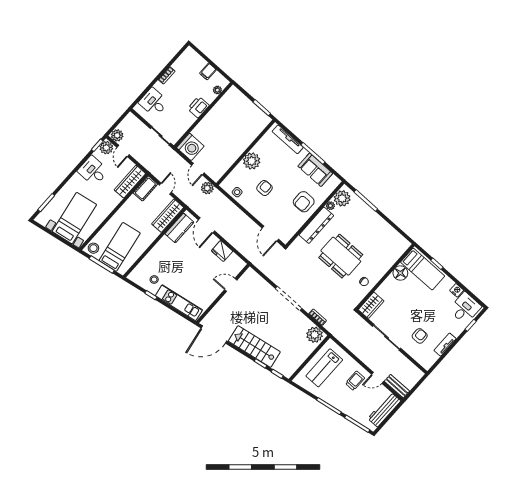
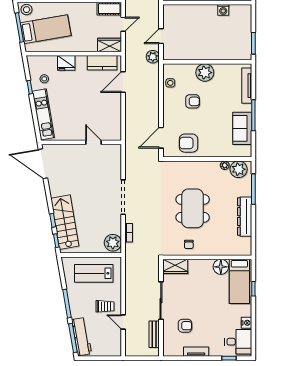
washing machine: (190, 147) -> (223, 10), moved, width x0.53, depth x0.53
armchair: (304, 202) -> (188, 143), moved
wardrobe: (168, 216) -> (109, 45), width x0.67
dresser: (316, 225) -> (245, 217), moved, turned 90
fridge: (222, 251) -> (66, 63), moved, turned -90
stairs: (254, 347) -> (65, 222), moved
bench: (397, 386) -> (154, 334), moved
workbench: (384, 410) -> (82, 337), moved, turned 80

